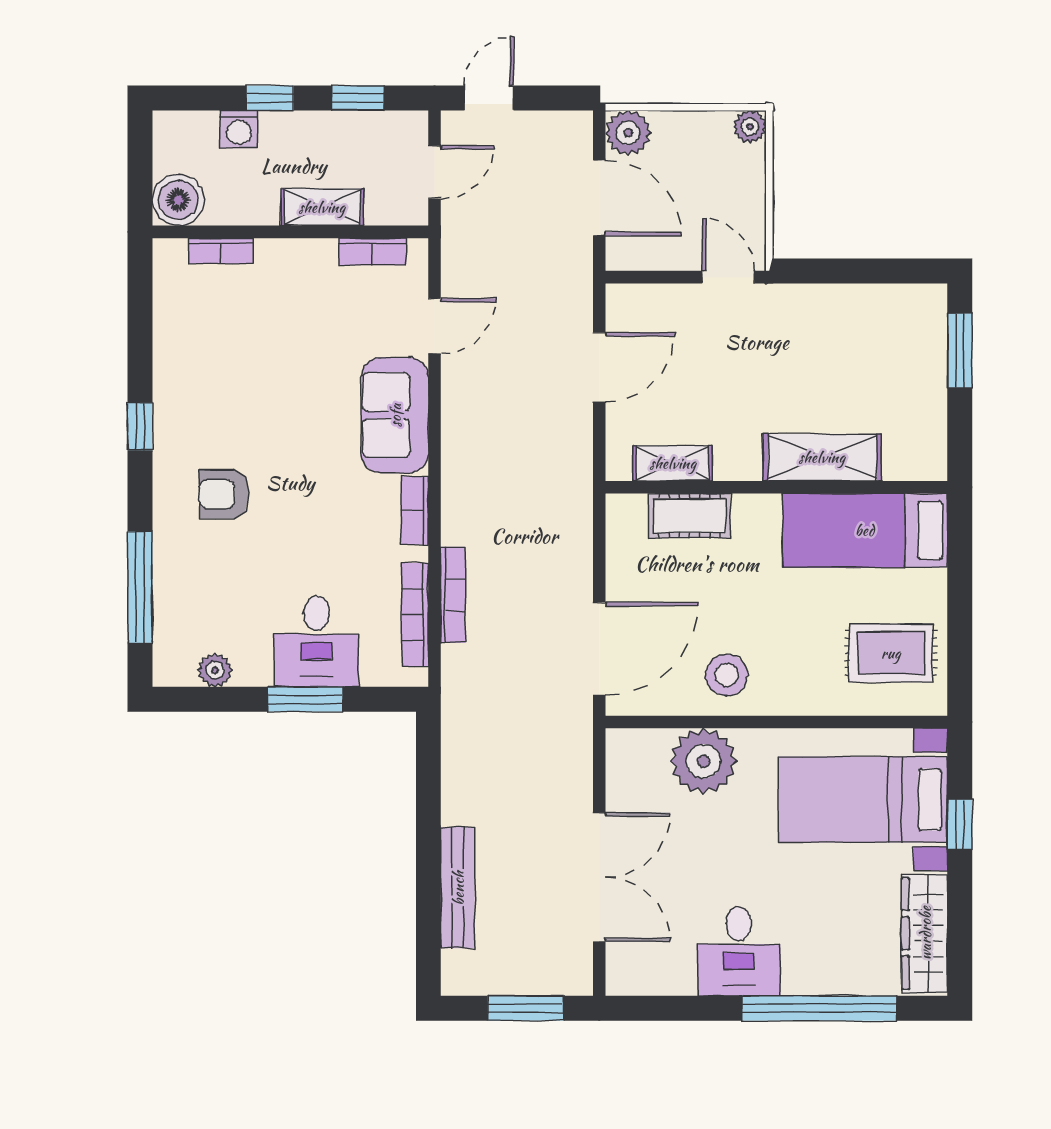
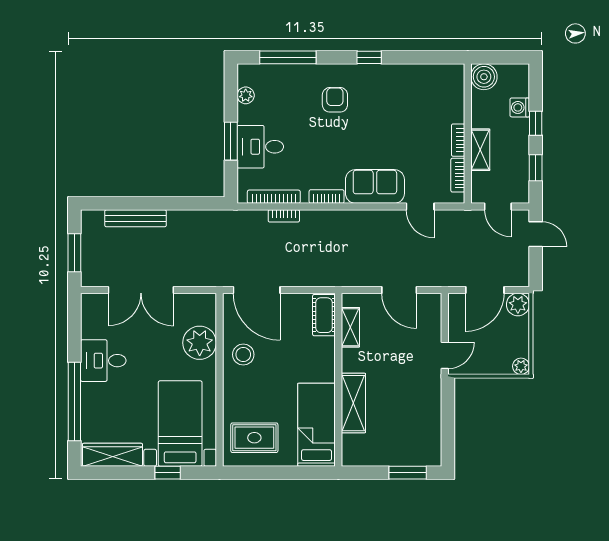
bookcase: (221, 251) -> (458, 140), moved
cot: (689, 516) -> (324, 315), moved
bookcase: (453, 595) -> (284, 216), width x0.64
rug: (891, 653) -> (254, 438), turned 90

